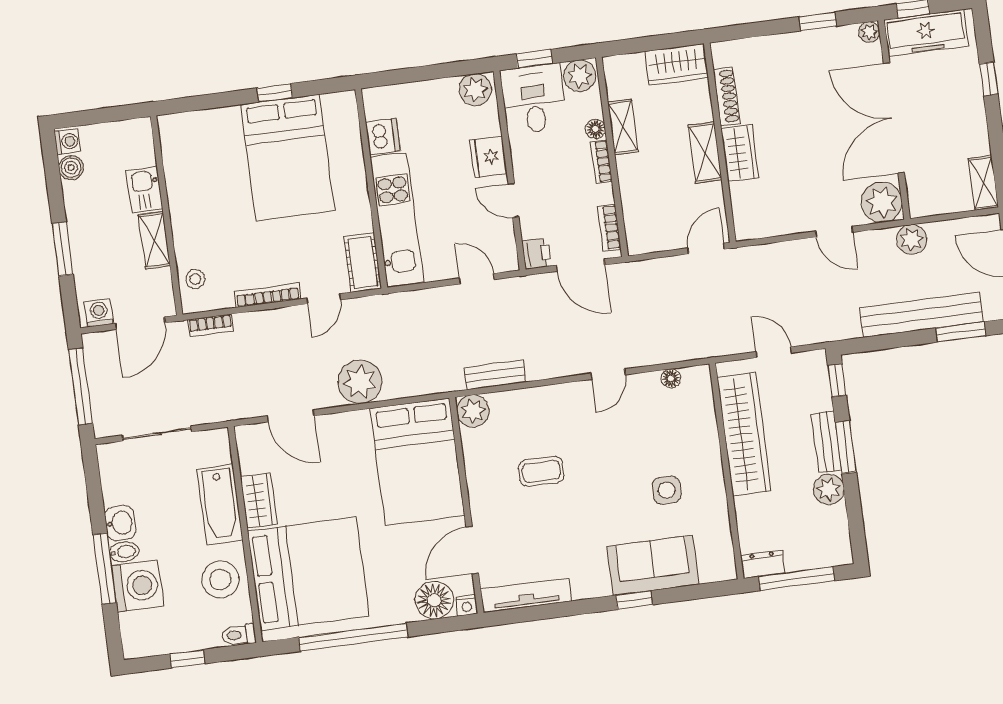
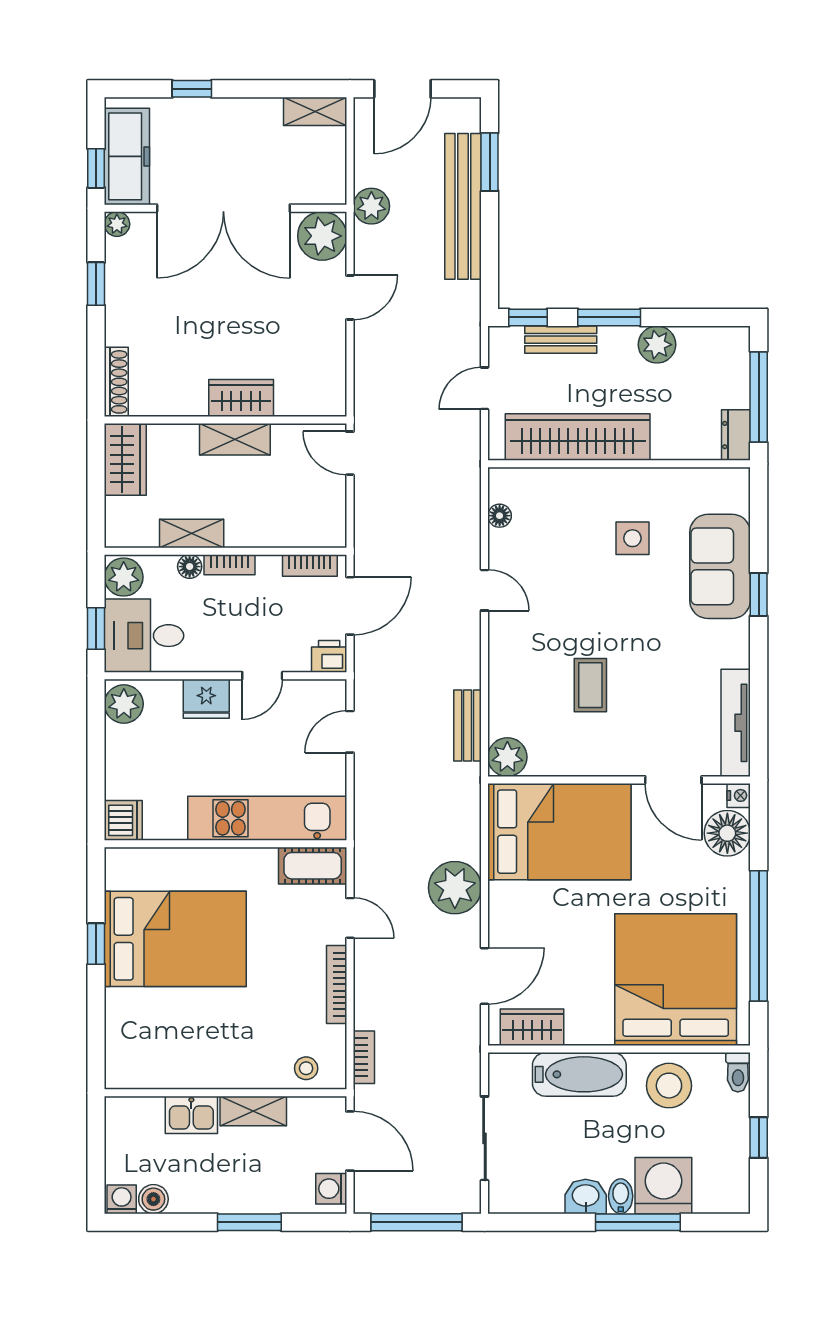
shoe rack: (726, 96) -> (116, 382), moved, turned 90
dishwasher: (383, 136) -> (123, 820), moved, turned 90
bench: (827, 442) -> (561, 340), moved
wardrobe: (259, 501) -> (532, 1027), moved

